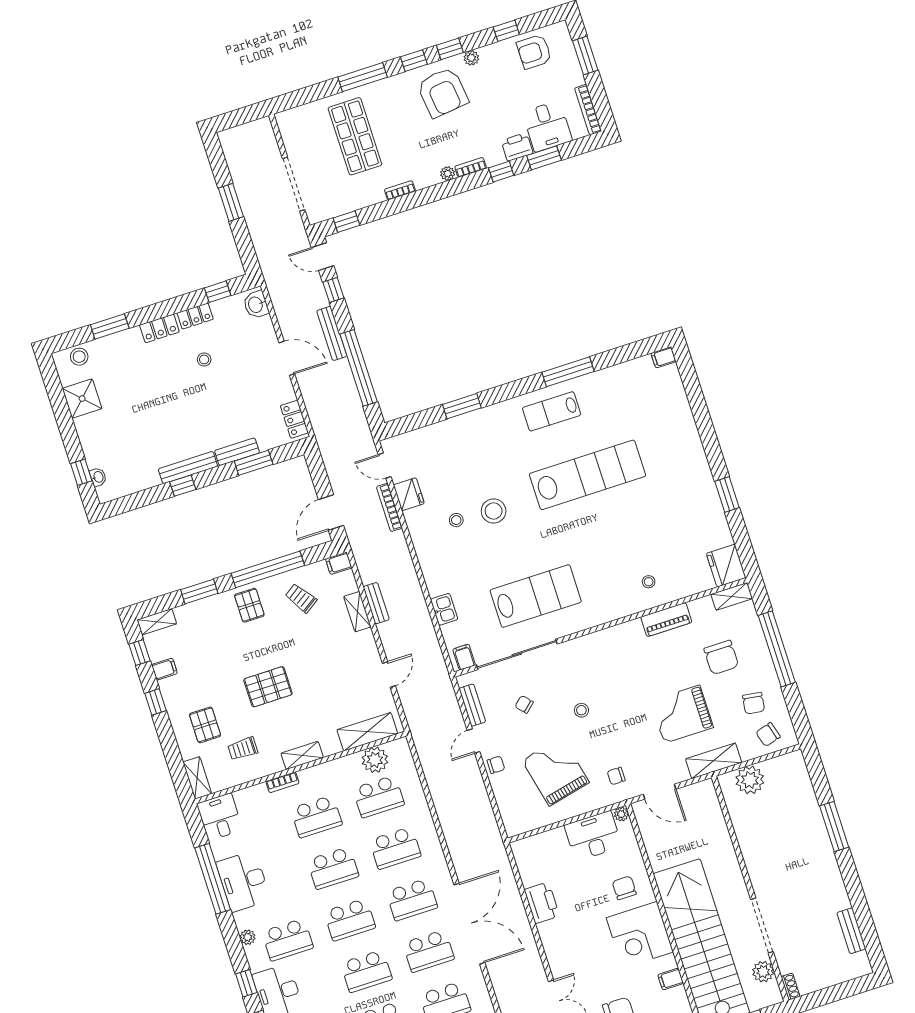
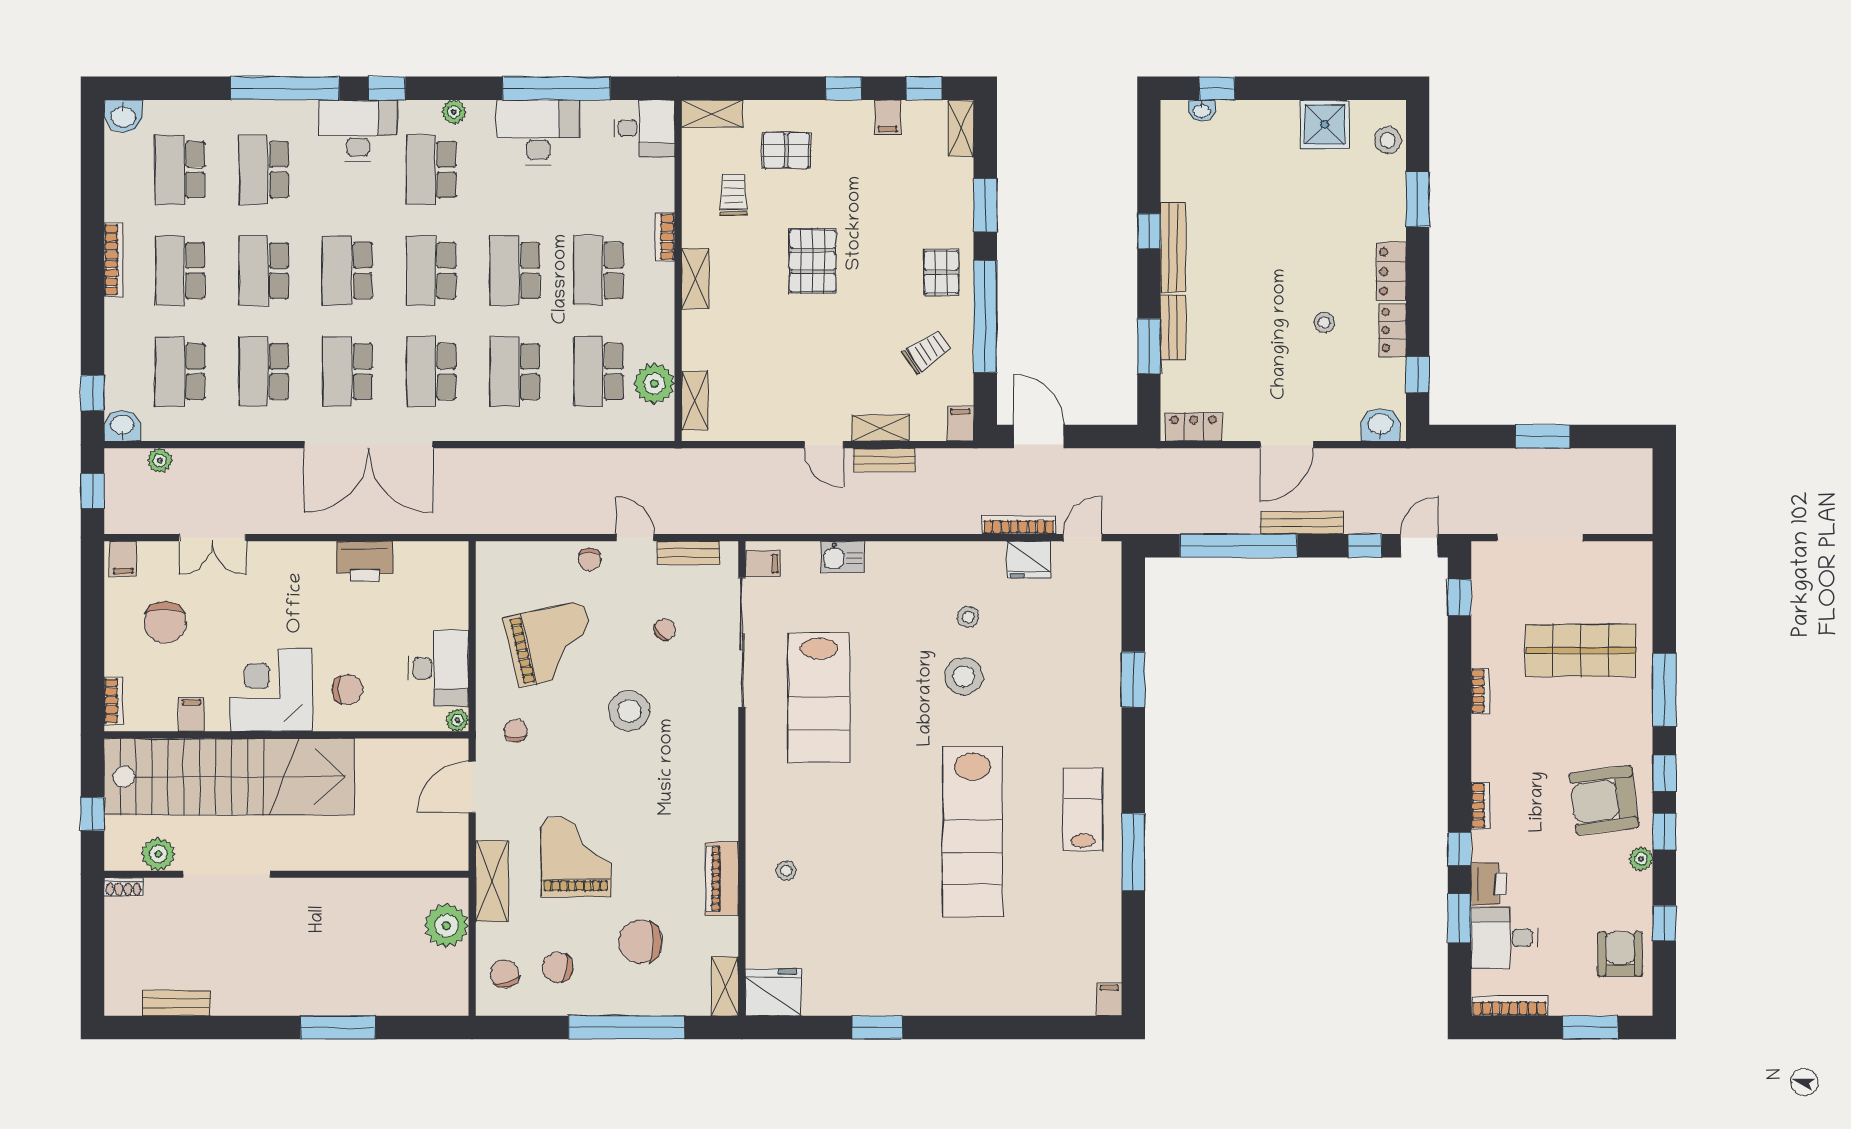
plant: (448, 173) -> (1482, 769), removed
pallet: (249, 605) -> (941, 272), turned 90
door: (389, 675) -> (824, 445), moved
stool: (581, 710) -> (629, 711), width x1.89, depth x1.89
shelving: (367, 732) -> (695, 400), width x0.67, depth x0.75

